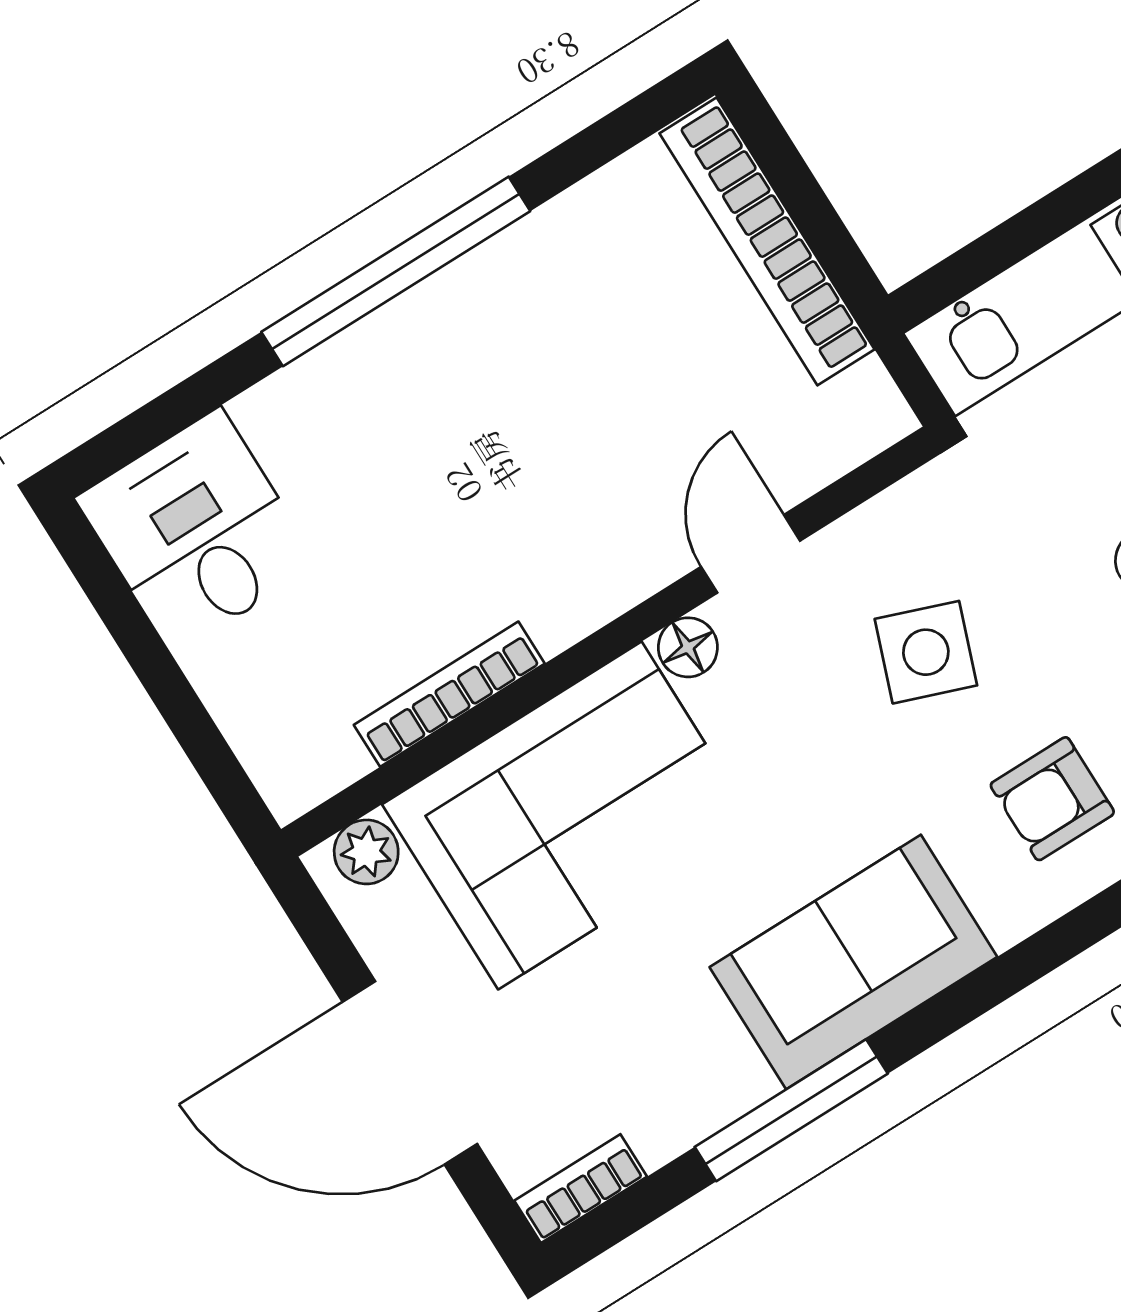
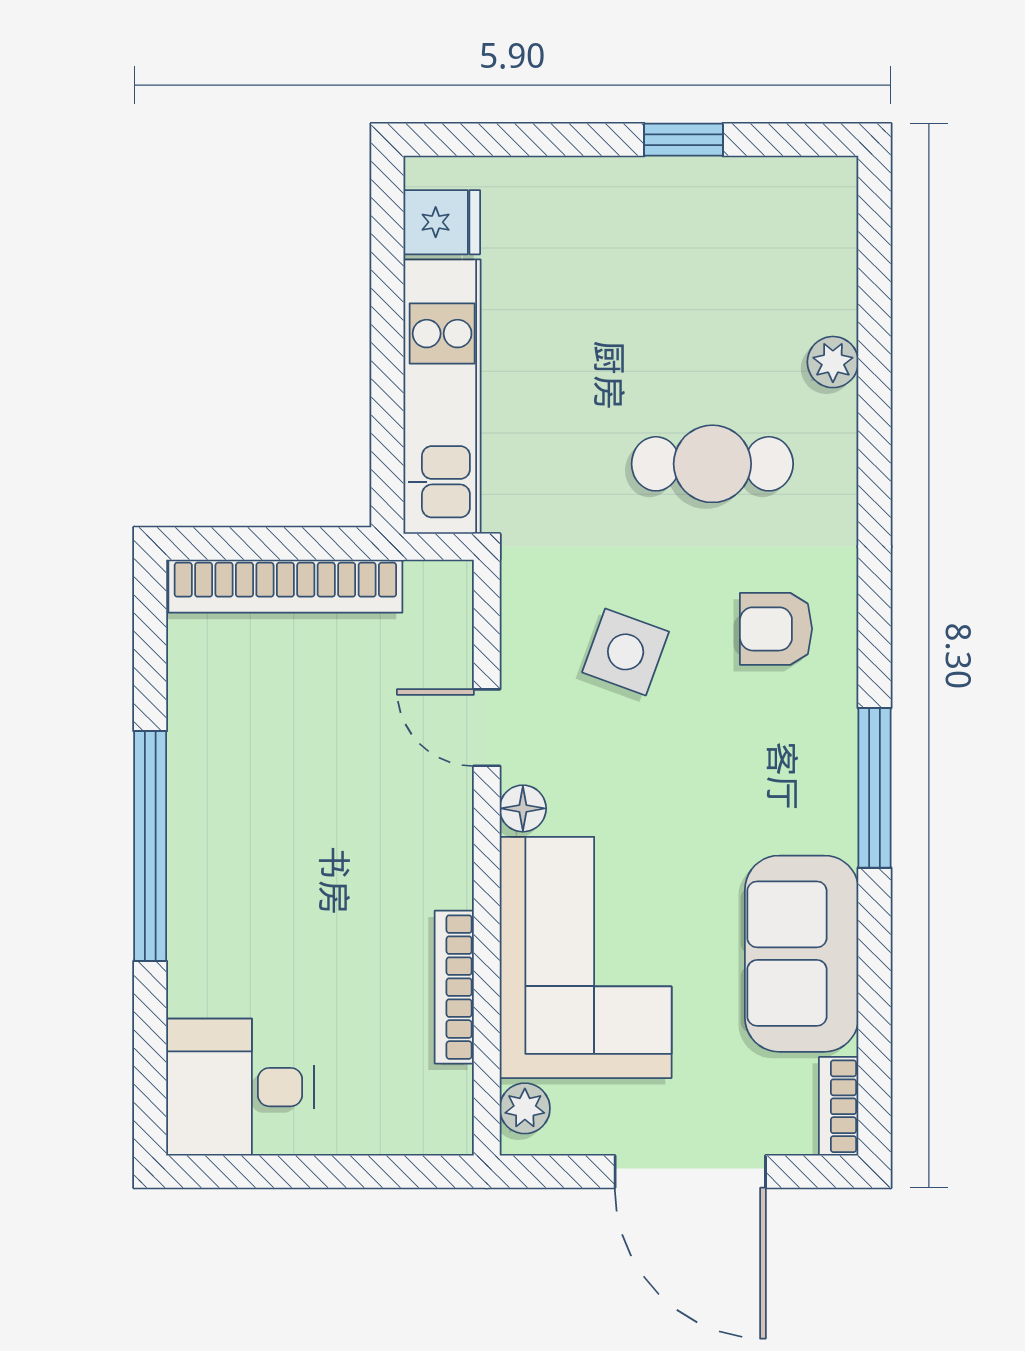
armchair: (1052, 799) -> (776, 629), turned 90
sofa: (853, 962) -> (802, 954), moved
door: (410, 1073) -> (690, 1172), hinge flipped
window: (791, 1110) -> (874, 788), moved

